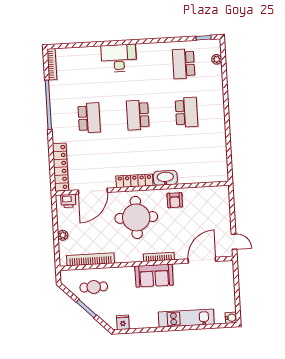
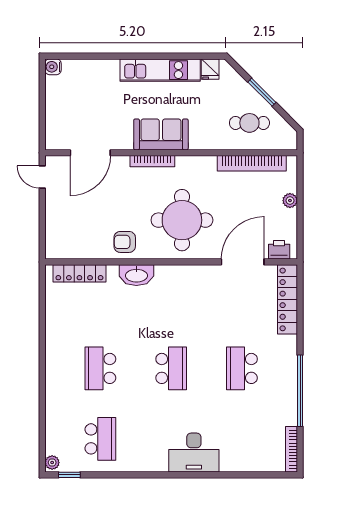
plant: (217, 59) -> (52, 463), moved
locker: (134, 181) -> (79, 273), moved
armchair: (175, 200) -> (125, 242), turned -90
kitchen unit: (186, 318) -> (160, 70), moved

